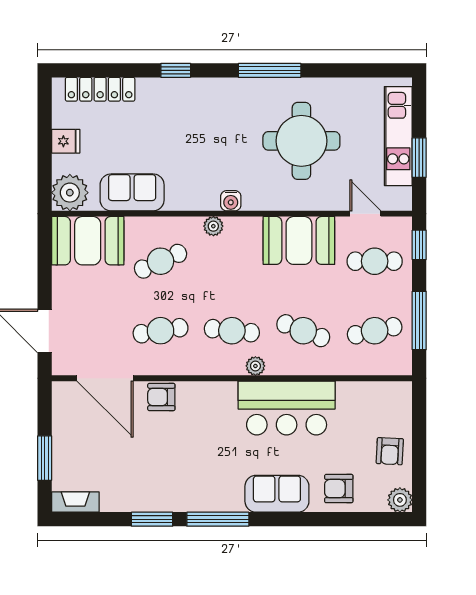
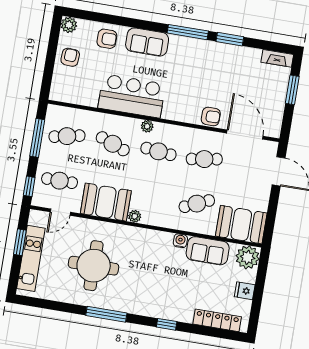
water cooler: (231, 201) -> (180, 241), moved
door: (365, 214) -> (60, 212), hinge flipped
plant: (213, 226) -> (135, 216), moved

